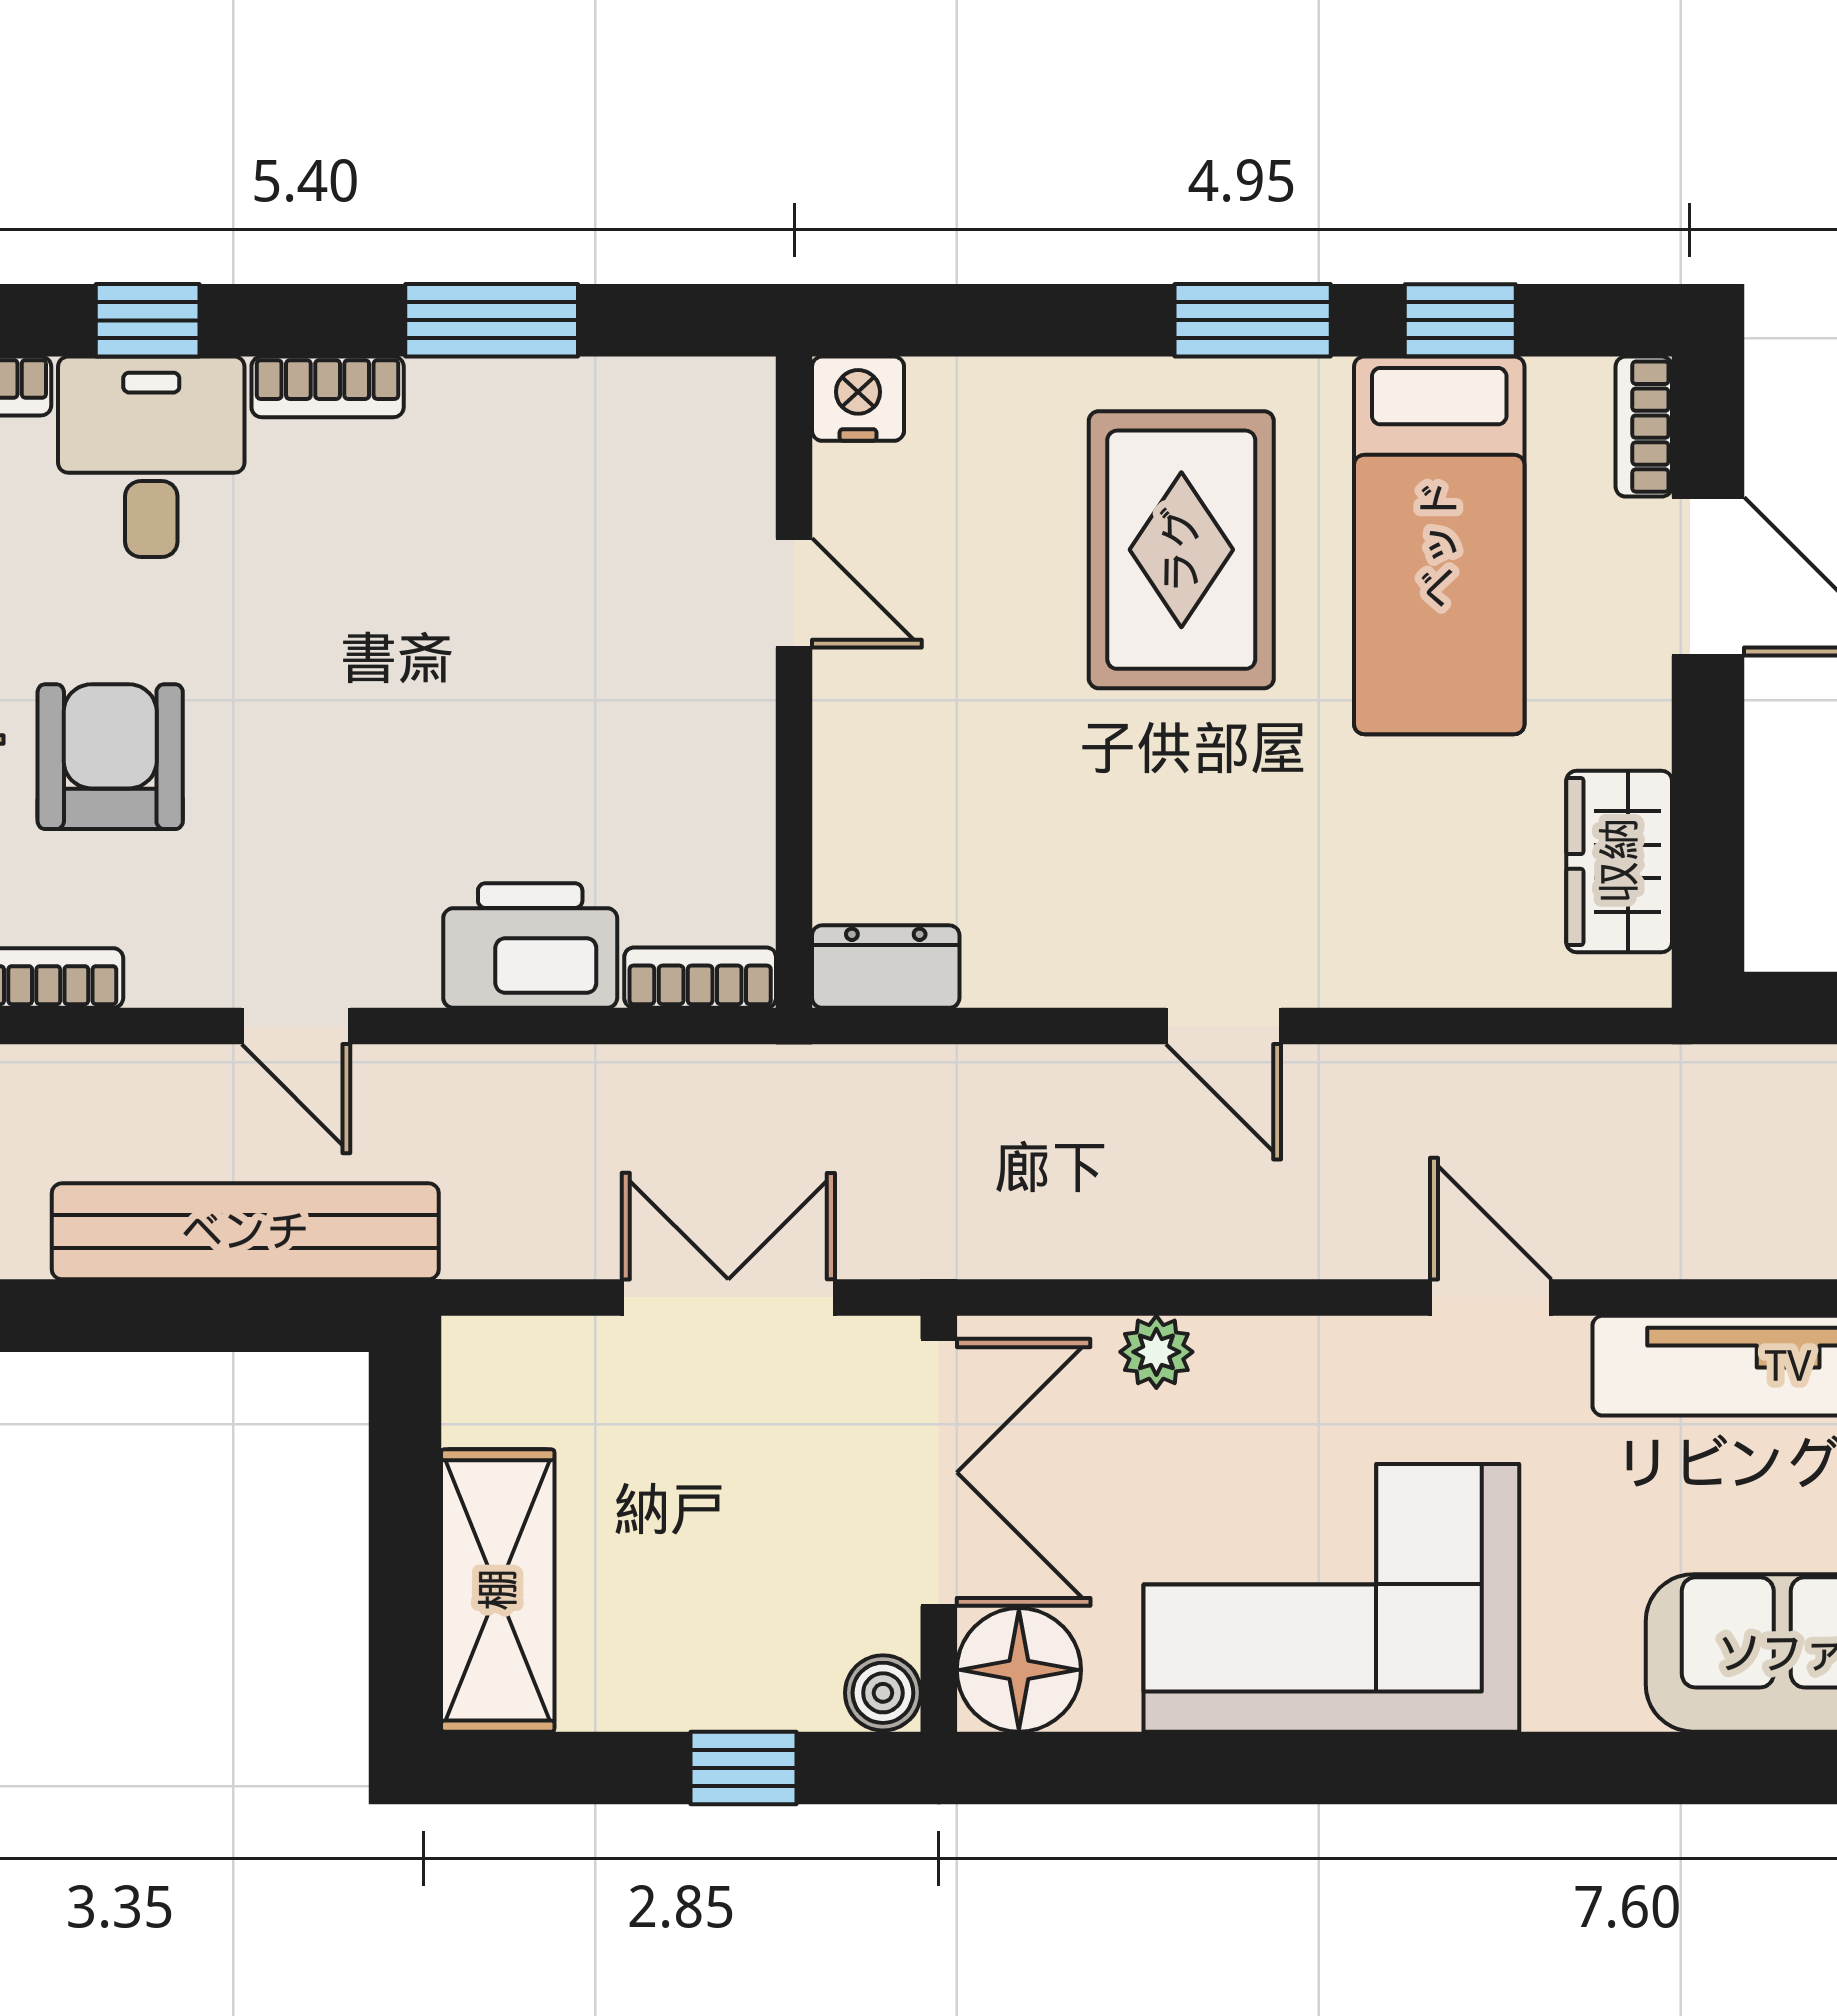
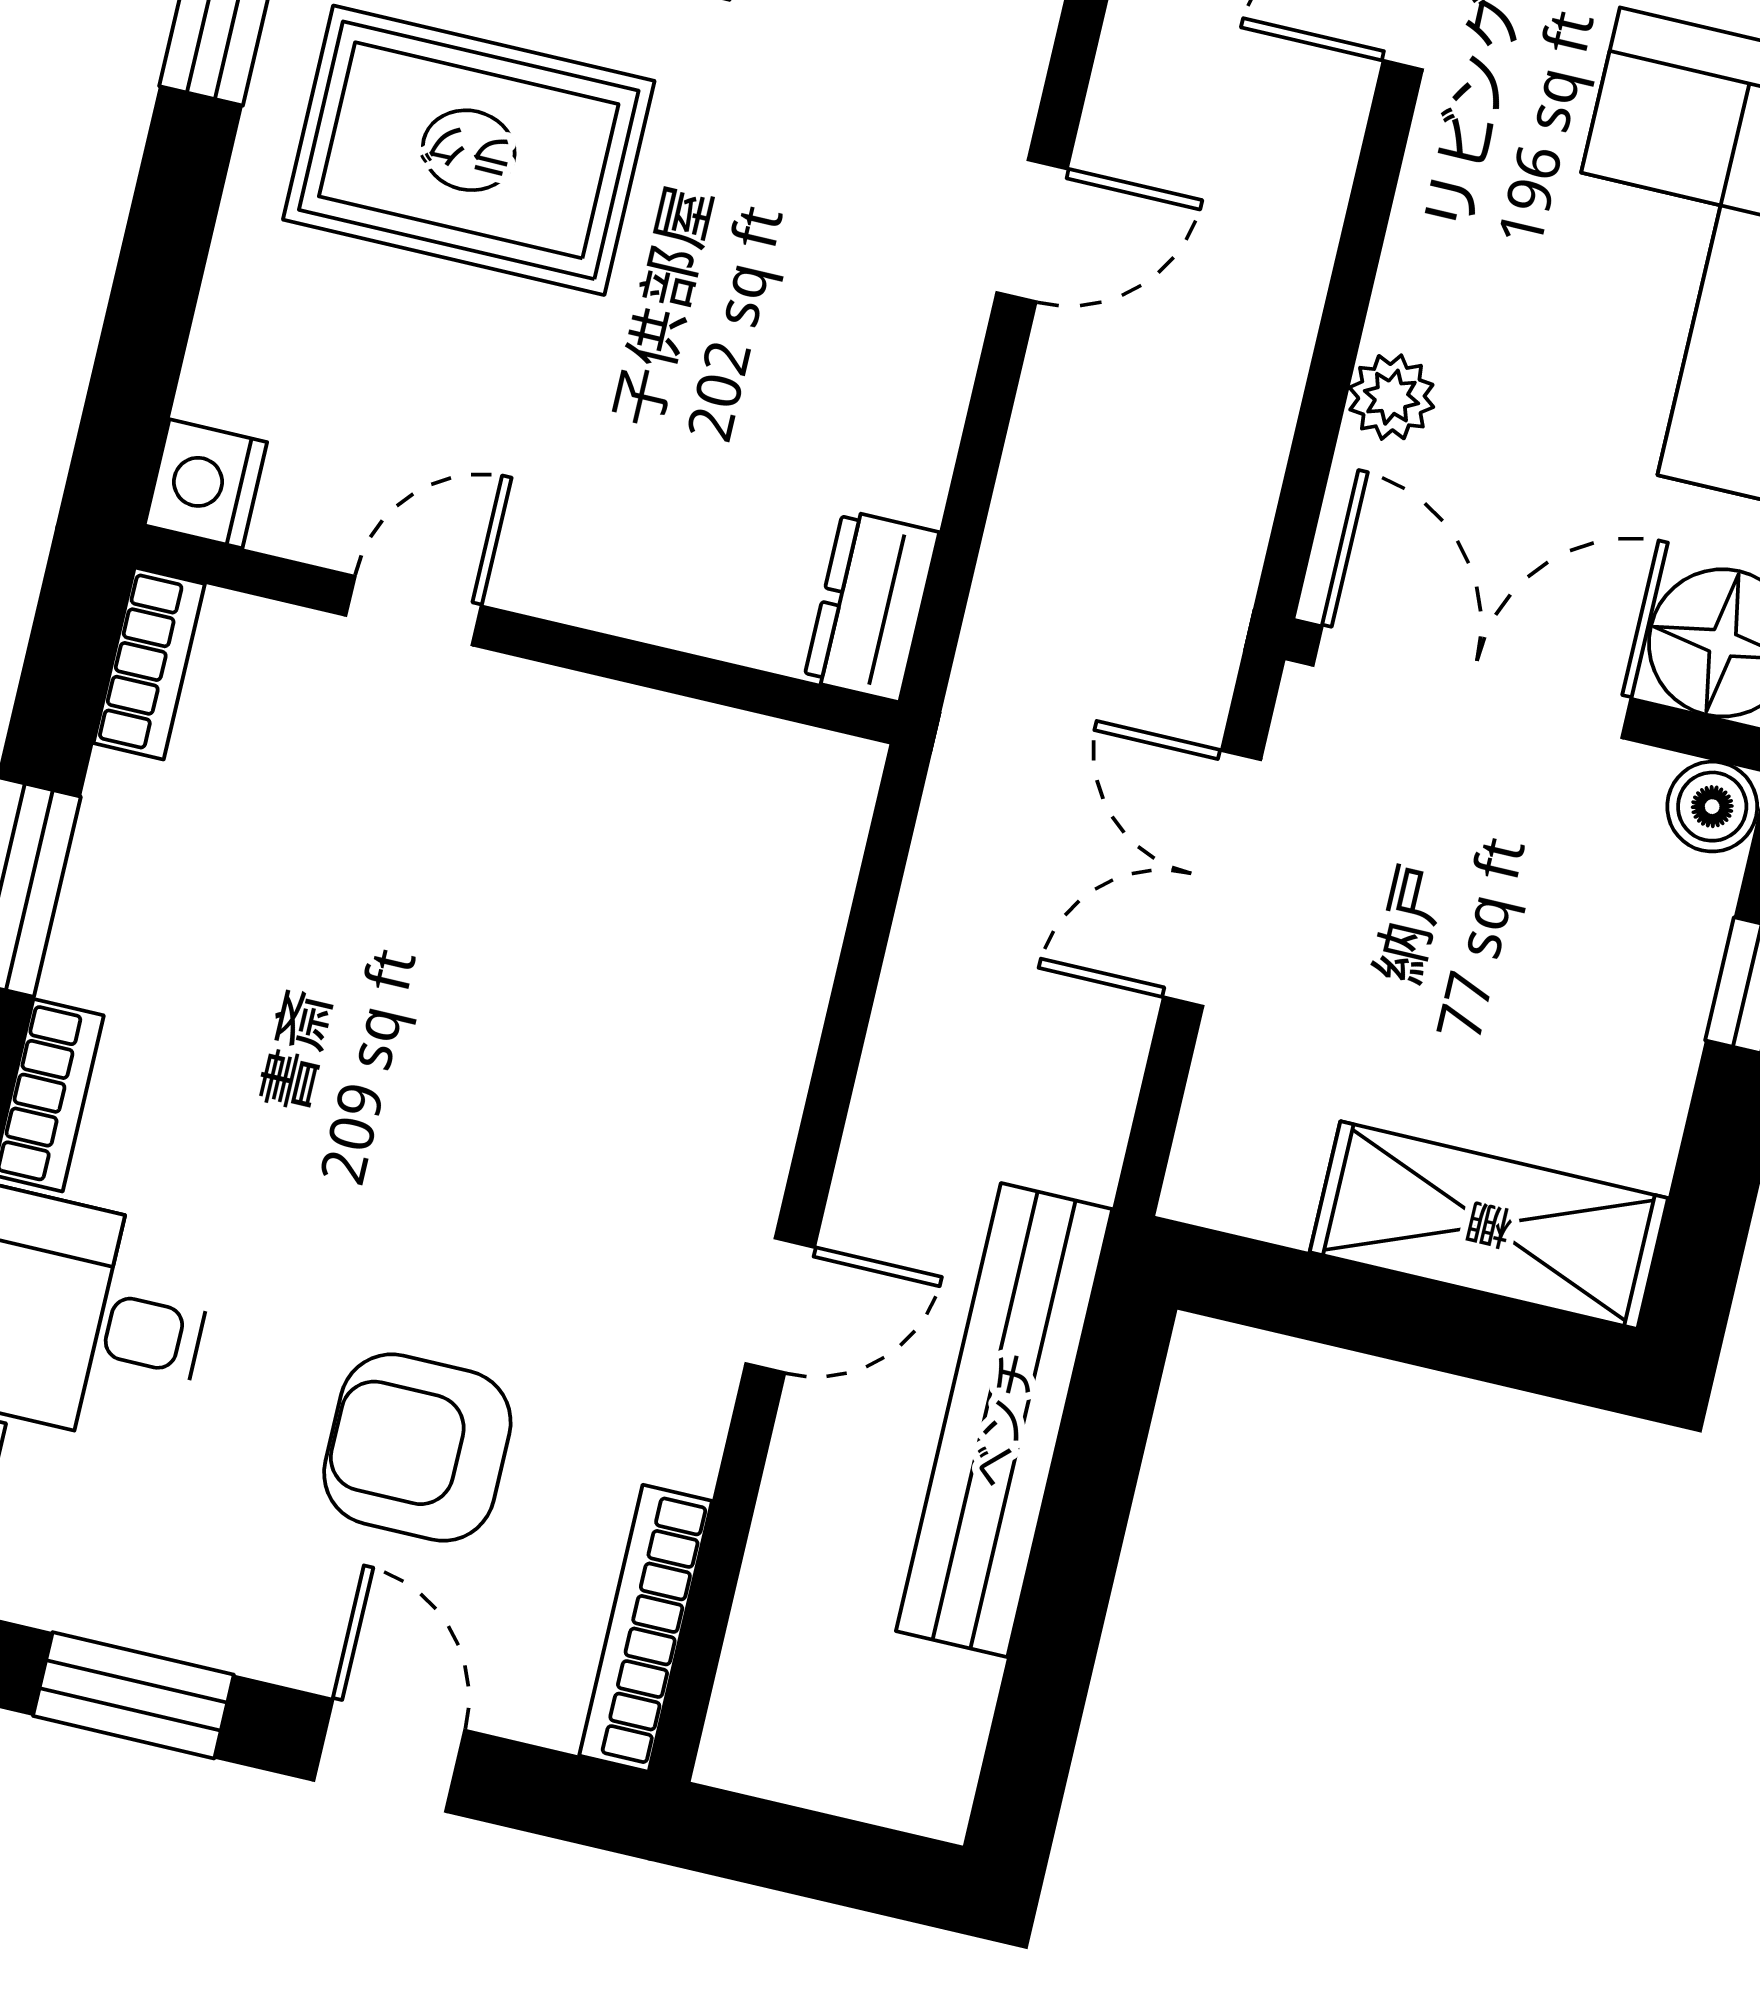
printer: (530, 946) -> (750, 1012), removed
bookcase: (700, 978) -> (149, 663), moved, turned 180

